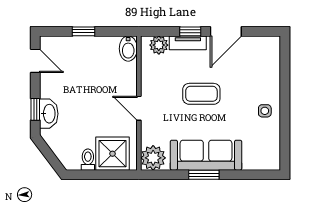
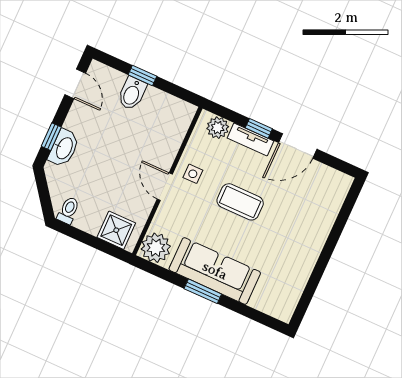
bidet: (128, 49) -> (132, 93), moved
side table: (265, 111) -> (193, 174), moved
shower: (113, 154) -> (116, 230), width x0.73, depth x0.73
toilet: (88, 160) -> (68, 210), moved

